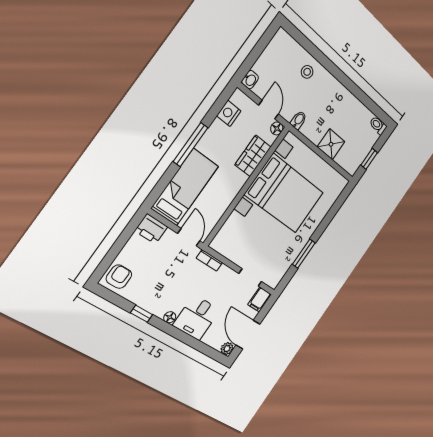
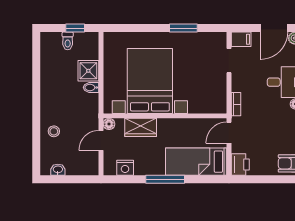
washbasin: (250, 80) -> (58, 170), moved
bidet: (298, 120) -> (91, 87), moved
toilet: (378, 125) -> (68, 41), moved

